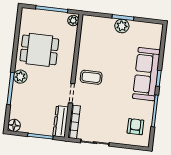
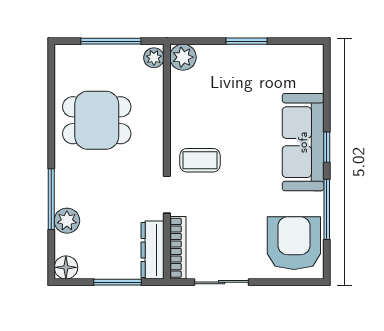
plant: (122, 26) -> (183, 57), moved
plant: (20, 77) -> (67, 221), moved
armchair: (135, 127) -> (294, 243), width x1.88, depth x1.88

